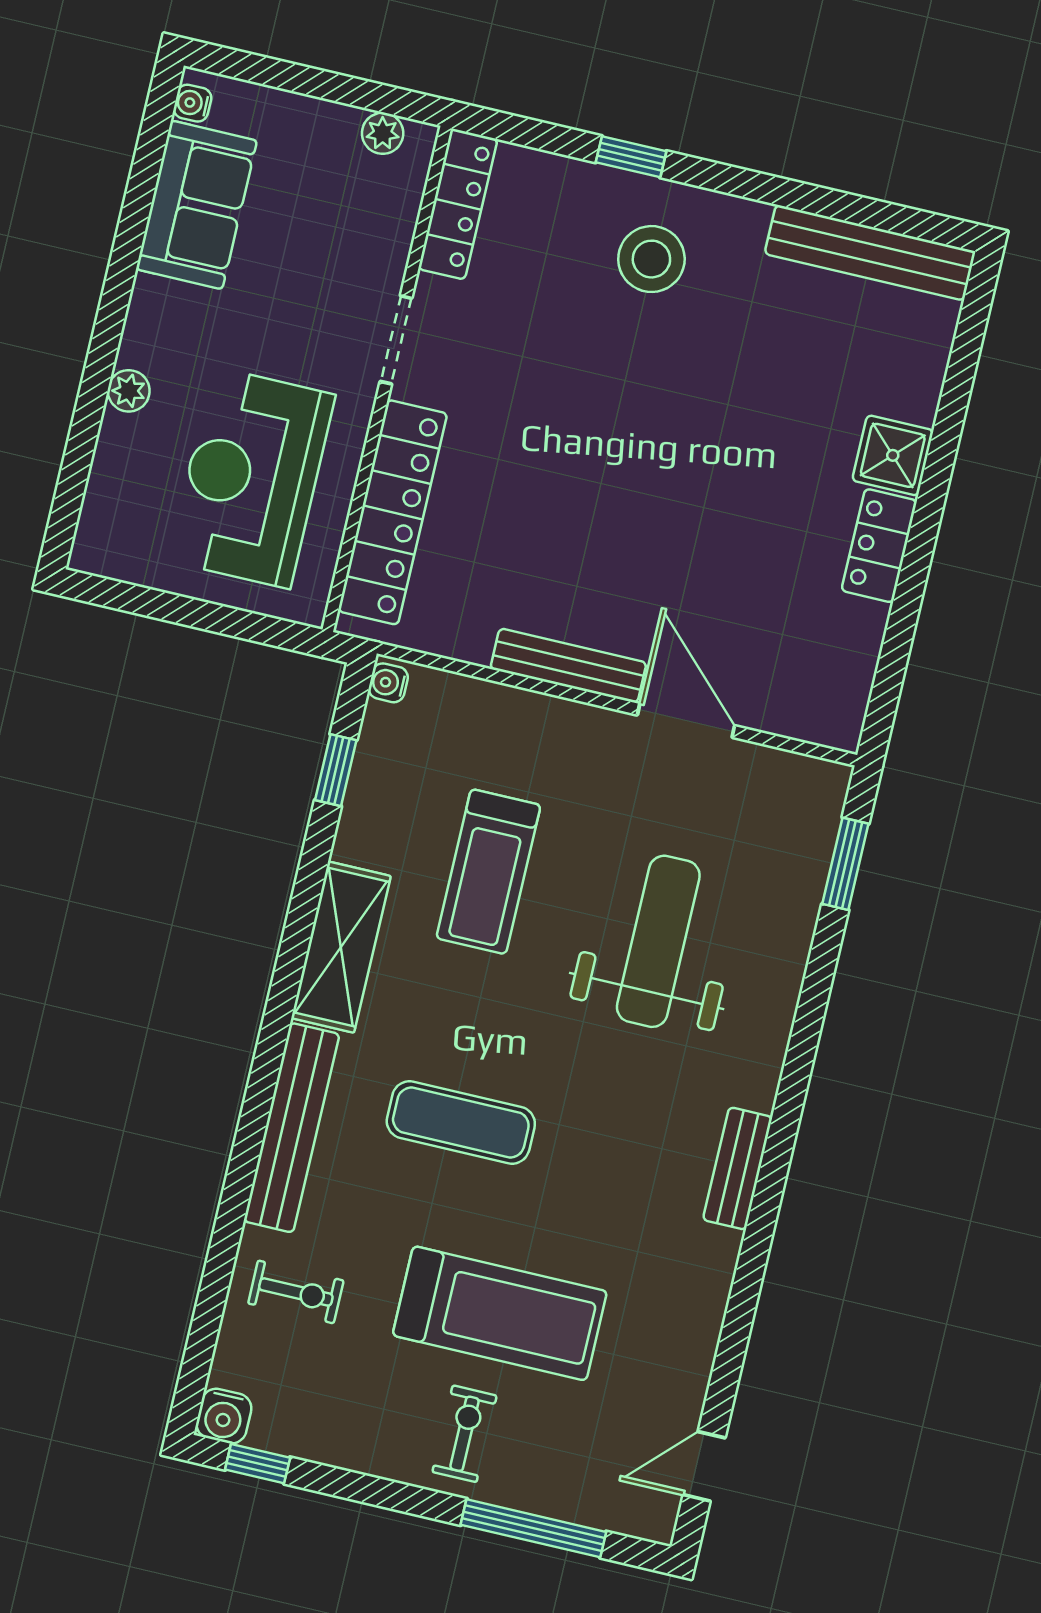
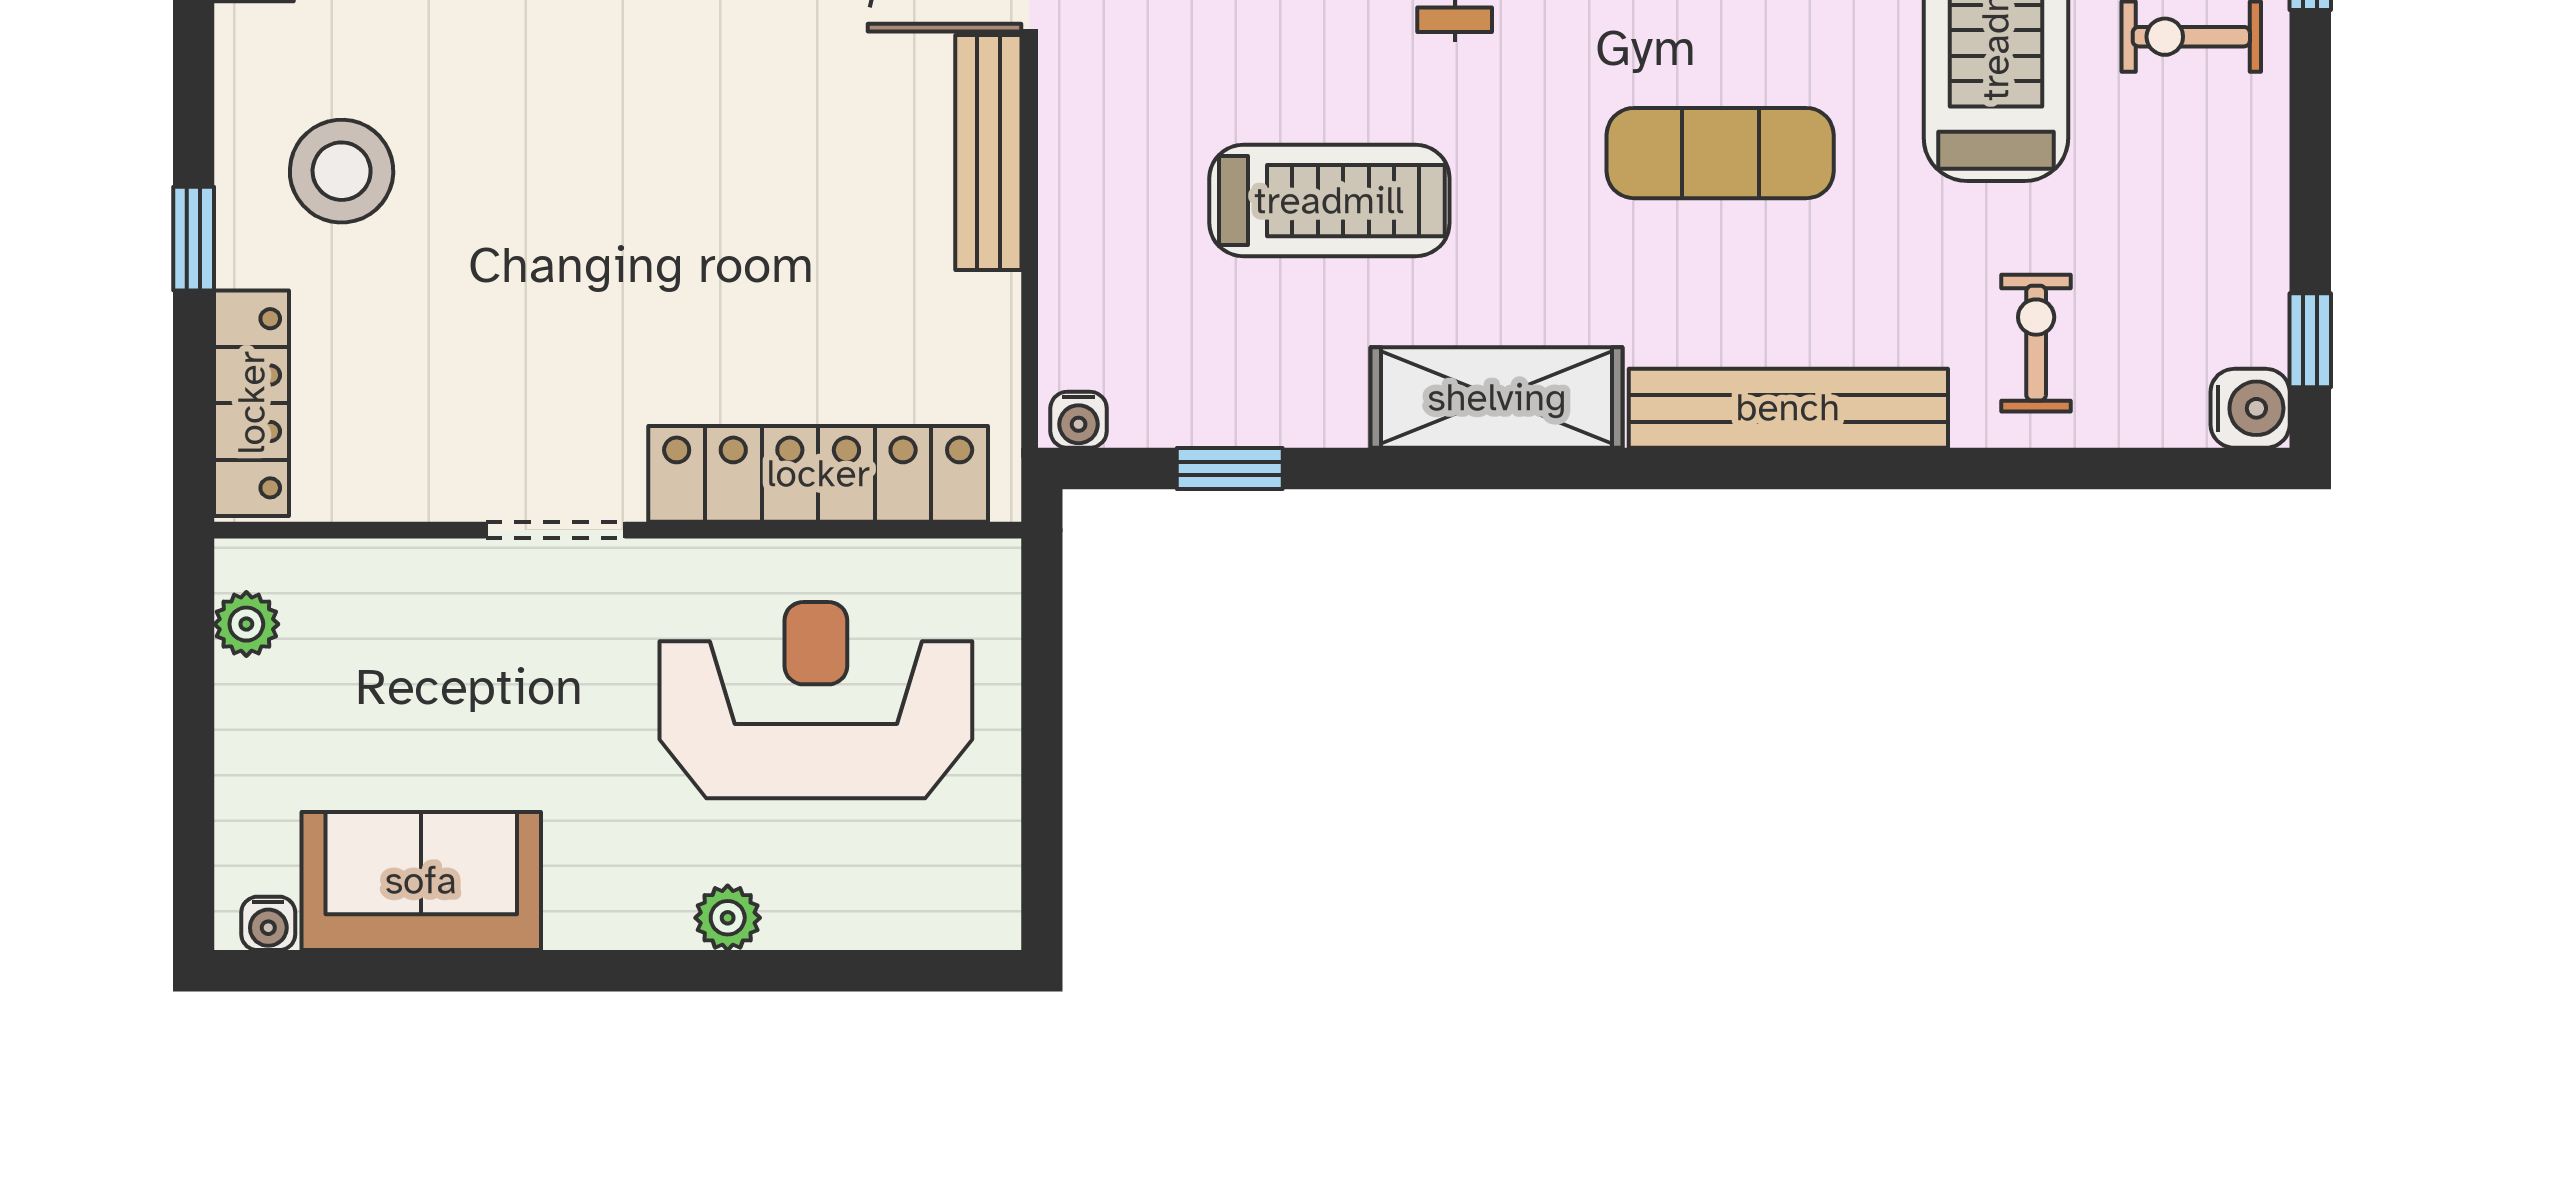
locker: (458, 204) -> (252, 403), moved, turned 90
reception desk: (252, 478) -> (816, 700), turned 180
exercise mat: (461, 1122) -> (1720, 153), turned 90

